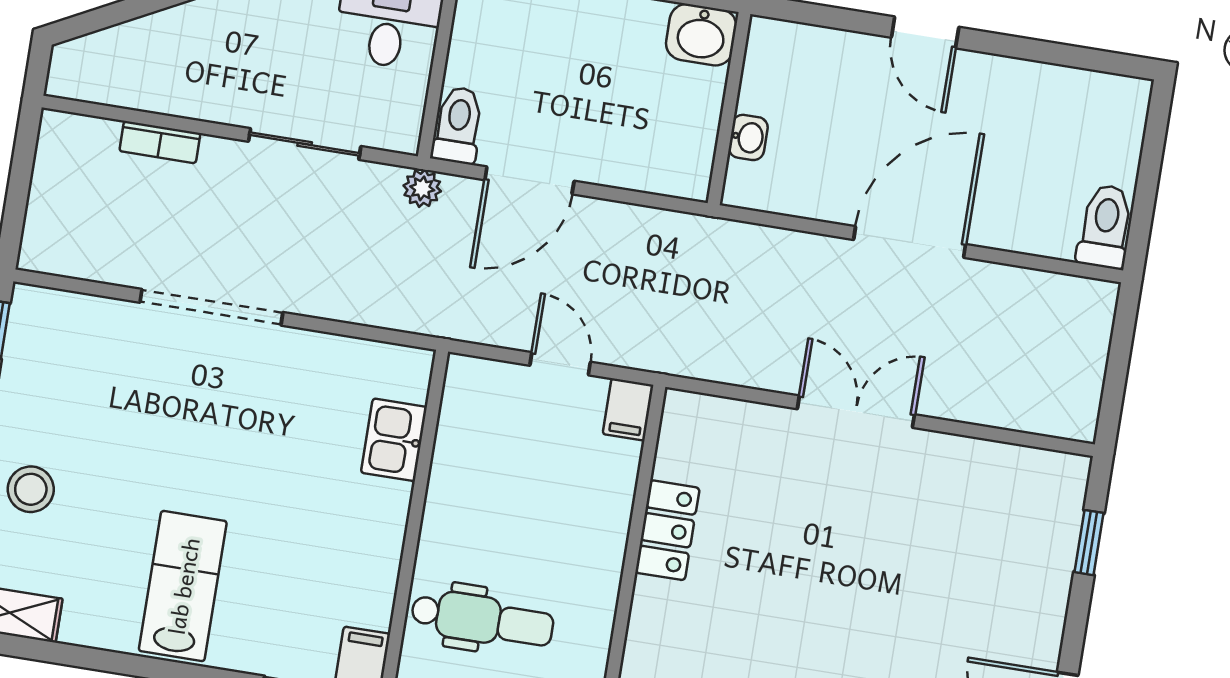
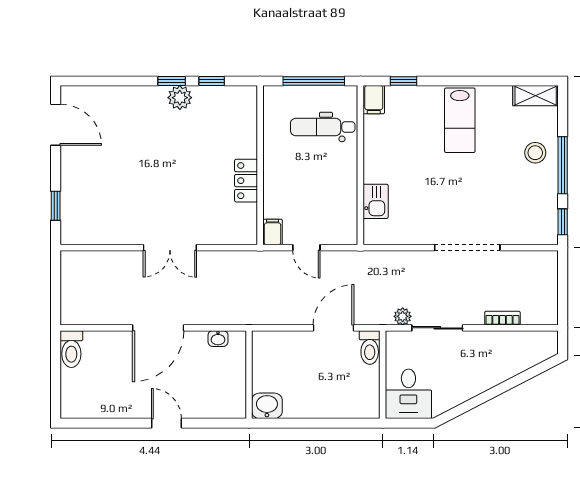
washbasin: (748, 137) -> (218, 339), moved, turned -90
plant: (422, 188) -> (403, 316), moved

